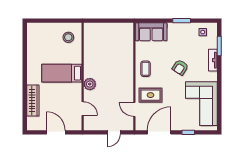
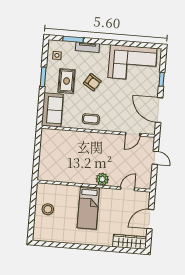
stool: (68, 37) -> (48, 209), moved
rug: (150, 95) -> (67, 81), moved
wardrobe: (33, 101) -> (130, 242), moved

